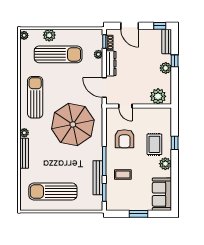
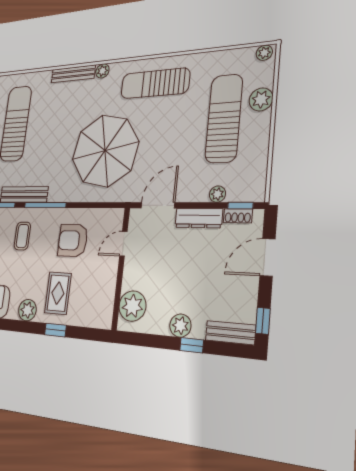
sun lounger: (58, 54) -> (224, 118), turned 180
sun lounger: (35, 97) -> (155, 83), turned 180
rug: (154, 144) -> (58, 293), turned 90

